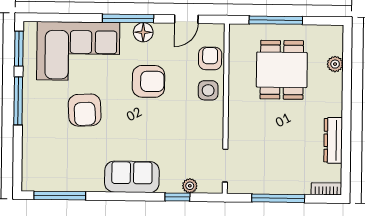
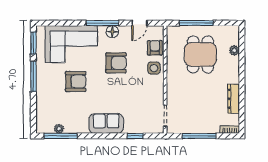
armchair: (85, 110) -> (76, 81), turned -87
plant: (190, 186) -> (59, 129), moved

